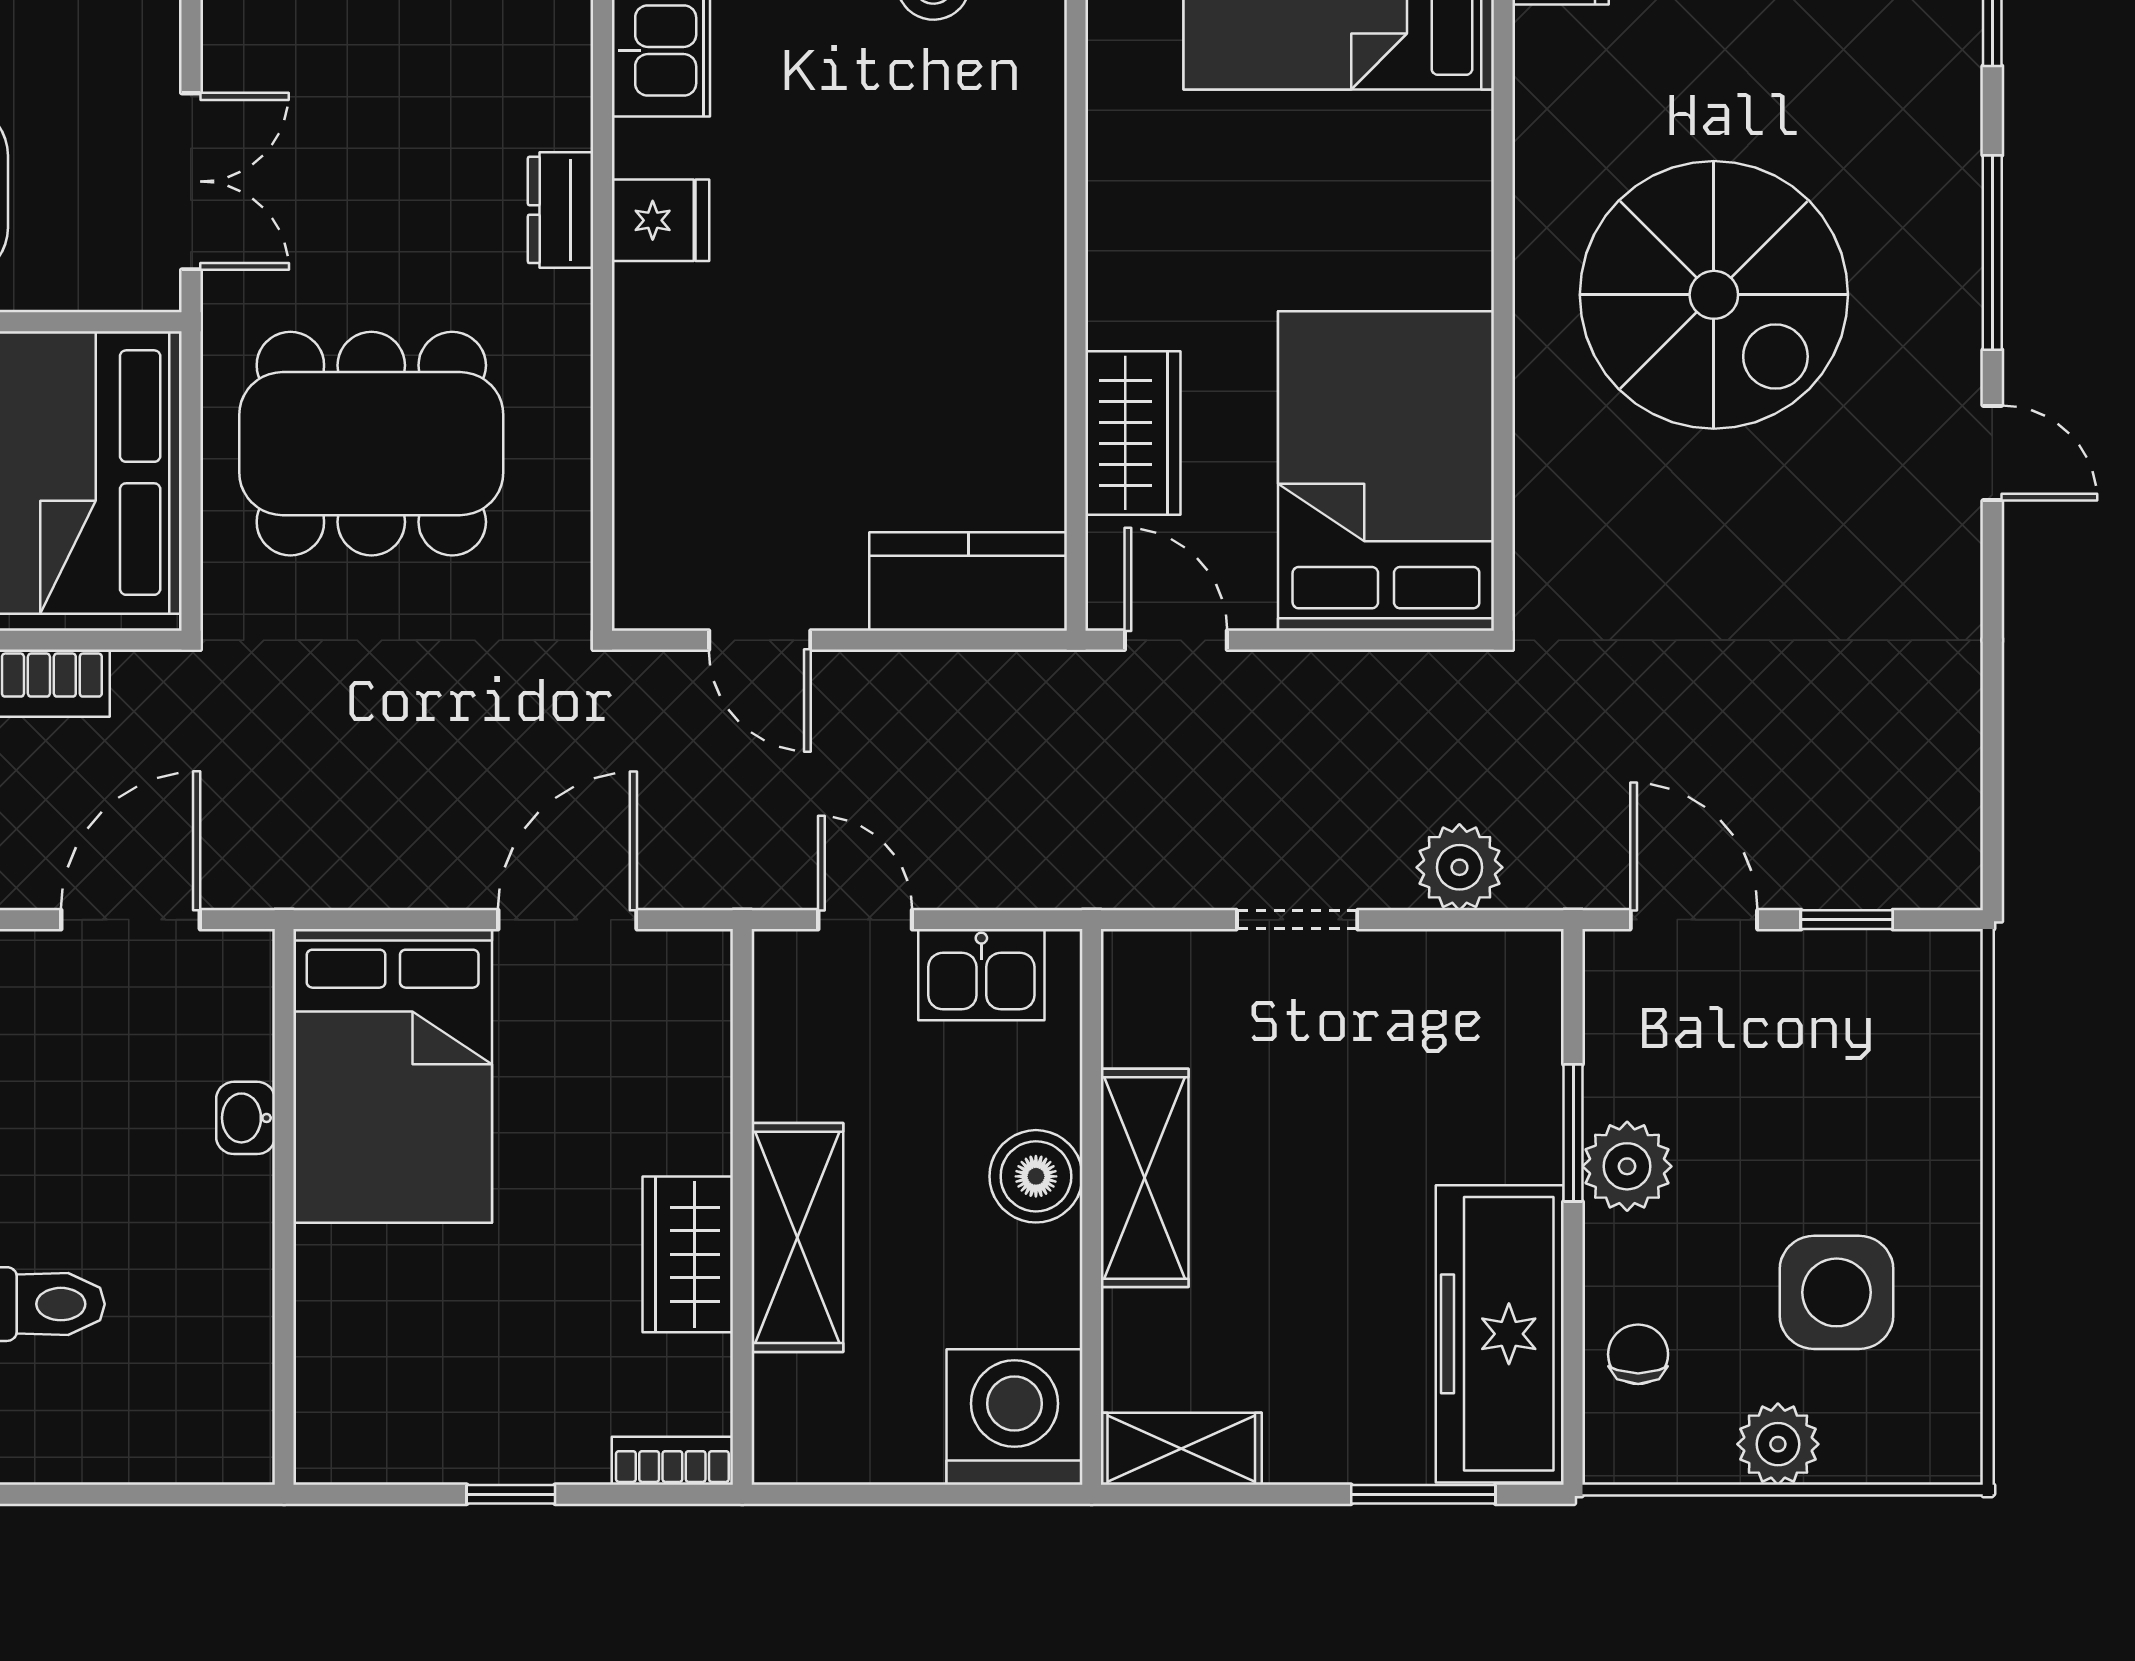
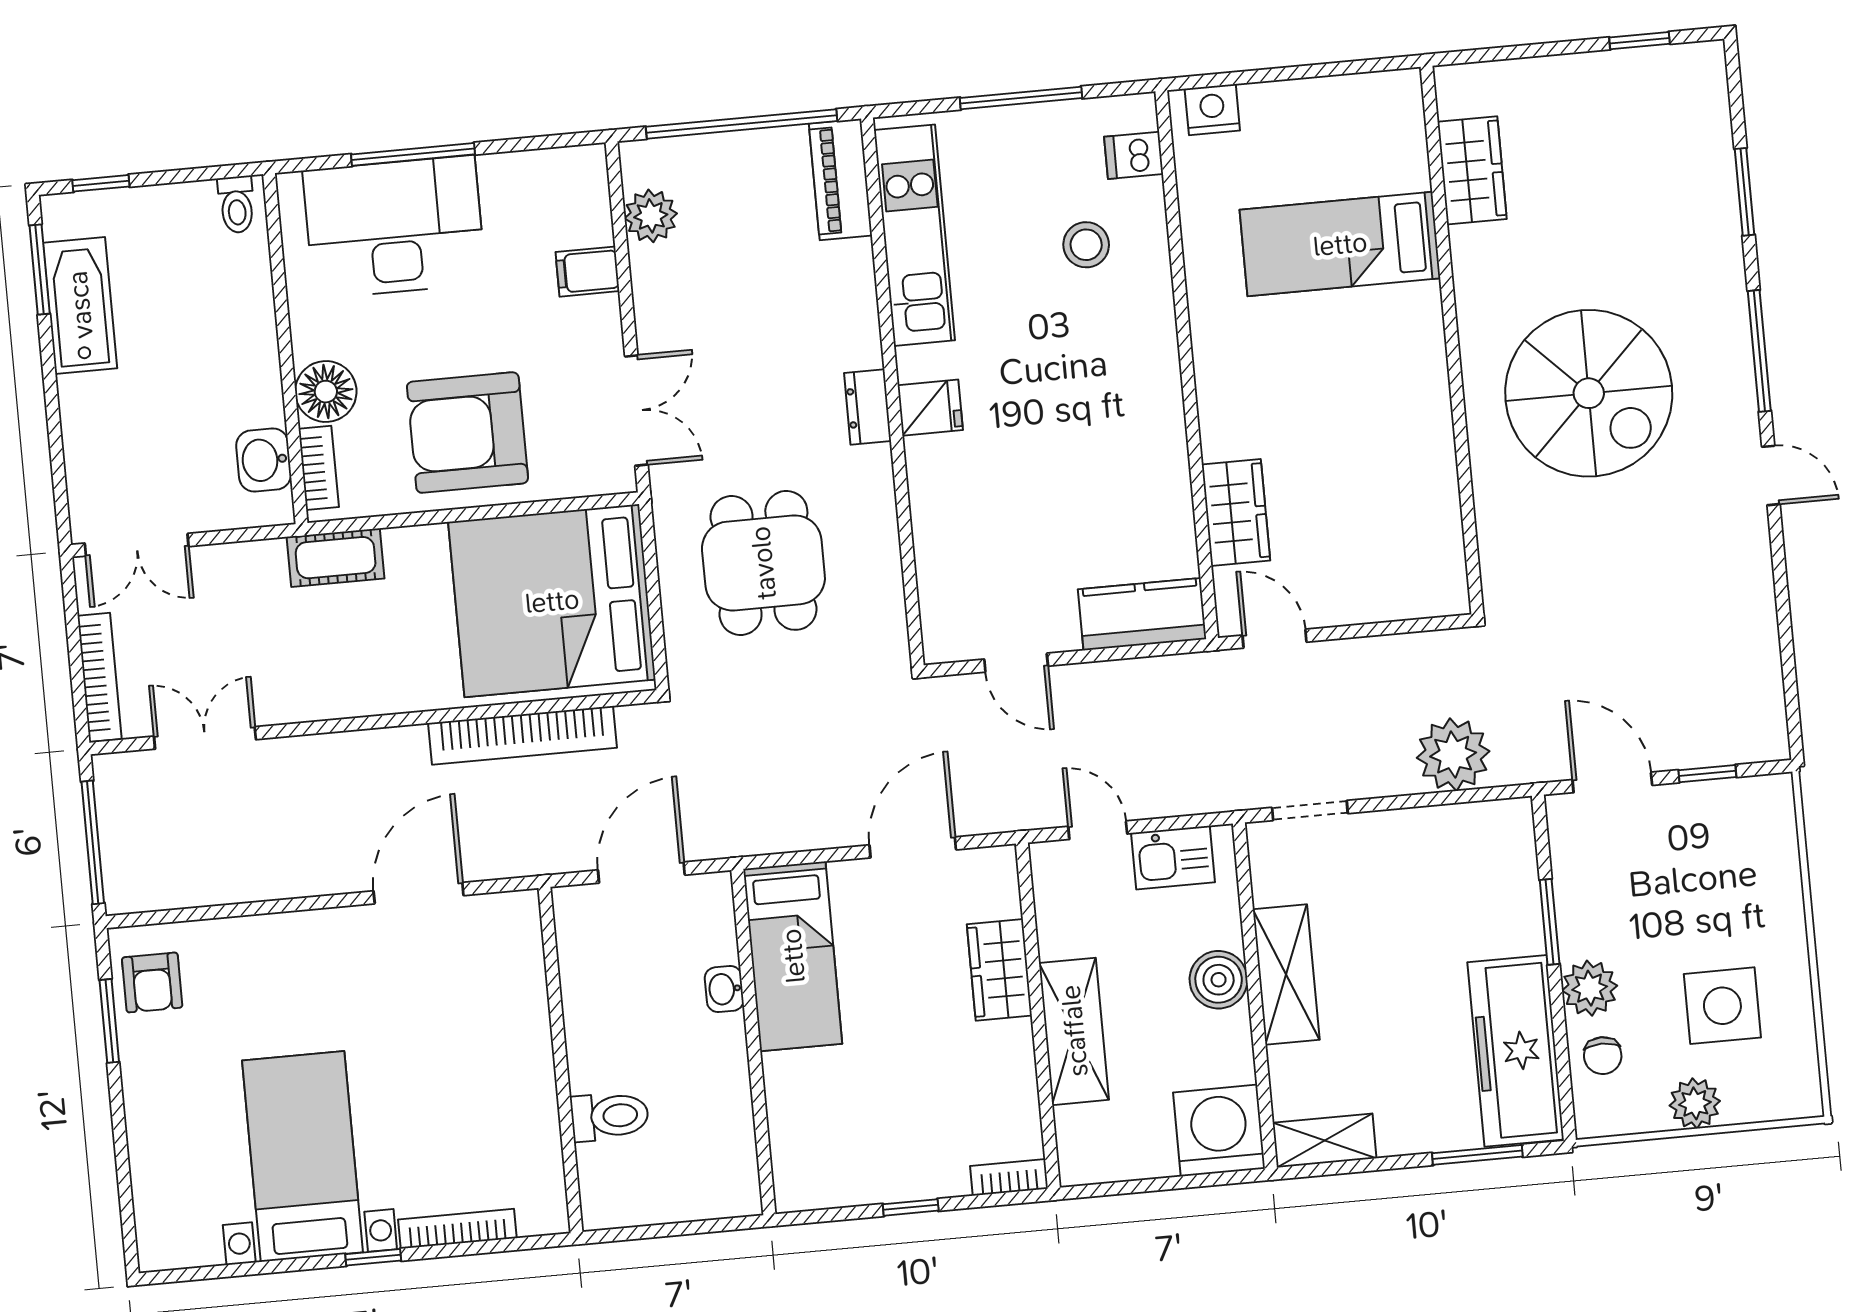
dining table: (371, 444) -> (763, 563), width x0.73
bed: (1386, 471) -> (1395, 522), removed
plant: (1459, 867) -> (1453, 755), width x1.36, depth x1.36
doorway: (1297, 920) -> (1310, 810), moved
bed: (393, 1076) -> (793, 956), width x0.67
plant: (1627, 1166) -> (1590, 988), moved
wardrobe: (688, 1254) -> (999, 970), moved
chair: (1638, 1354) -> (1603, 1056), turned 180

